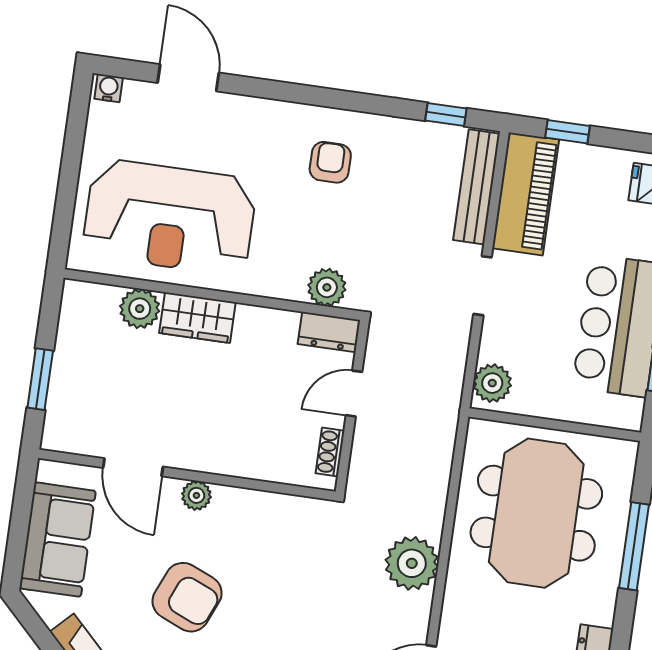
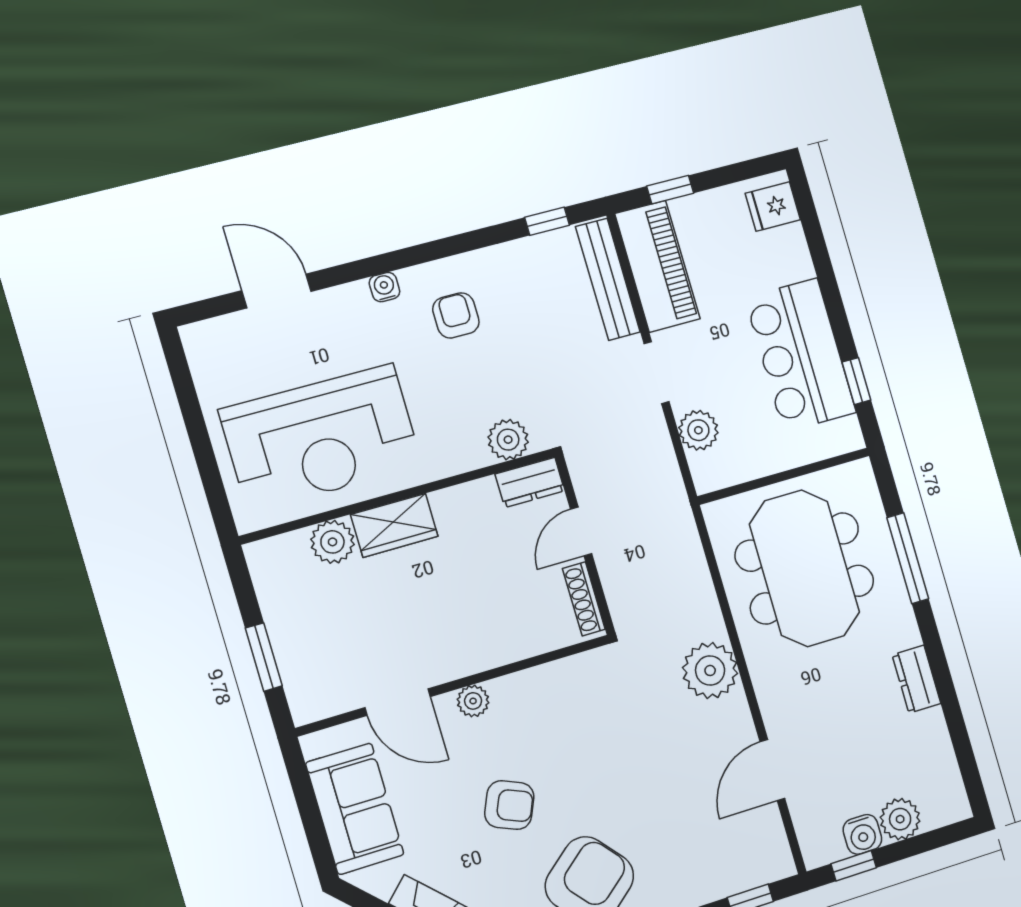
water cooler: (109, 88) -> (384, 287), moved
plant: (492, 383) -> (698, 430), moved
shoe rack: (330, 452) -> (584, 599), width x1.43
armchair: (187, 597) -> (509, 805), width x0.72, depth x0.72

